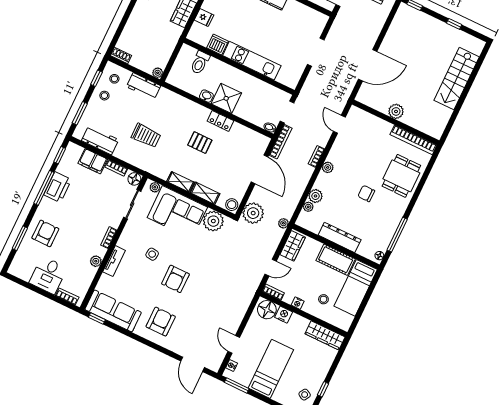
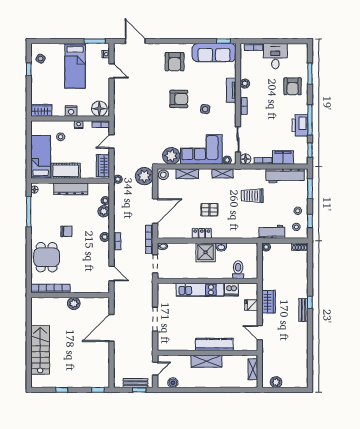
workbench: (100, 140) -> (285, 176), width x1.38
door: (259, 169) -> (155, 211), swing flipped
shelving: (180, 182) -> (223, 173), moved
armchair: (175, 279) -> (179, 99), turned 90
nightstand: (284, 315) -> (71, 111), moved
wardrobe: (325, 335) -> (41, 110), width x0.67

